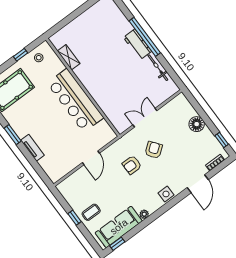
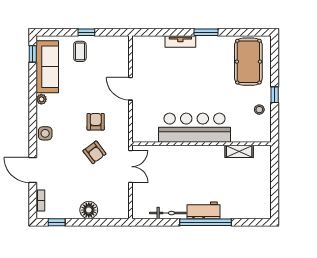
shelving: (69, 57) -> (239, 151), moved
wall: (83, 87) -> (201, 144), moved
bar counter: (75, 100) -> (194, 128), moved

